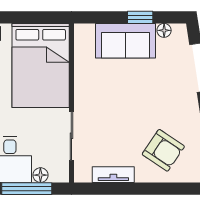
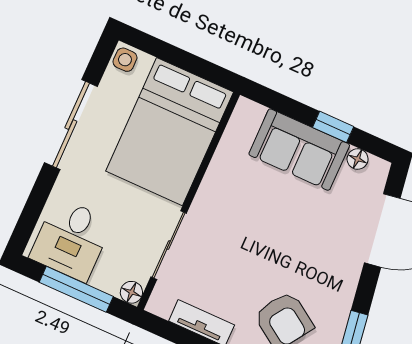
floor lamp: (40, 175) -> (131, 292), moved

